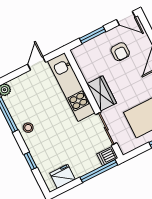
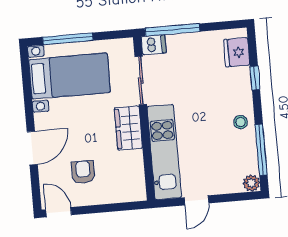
window: (93, 35) -> (110, 208), removed
fridge: (63, 176) -> (237, 52), moved, turned 90

